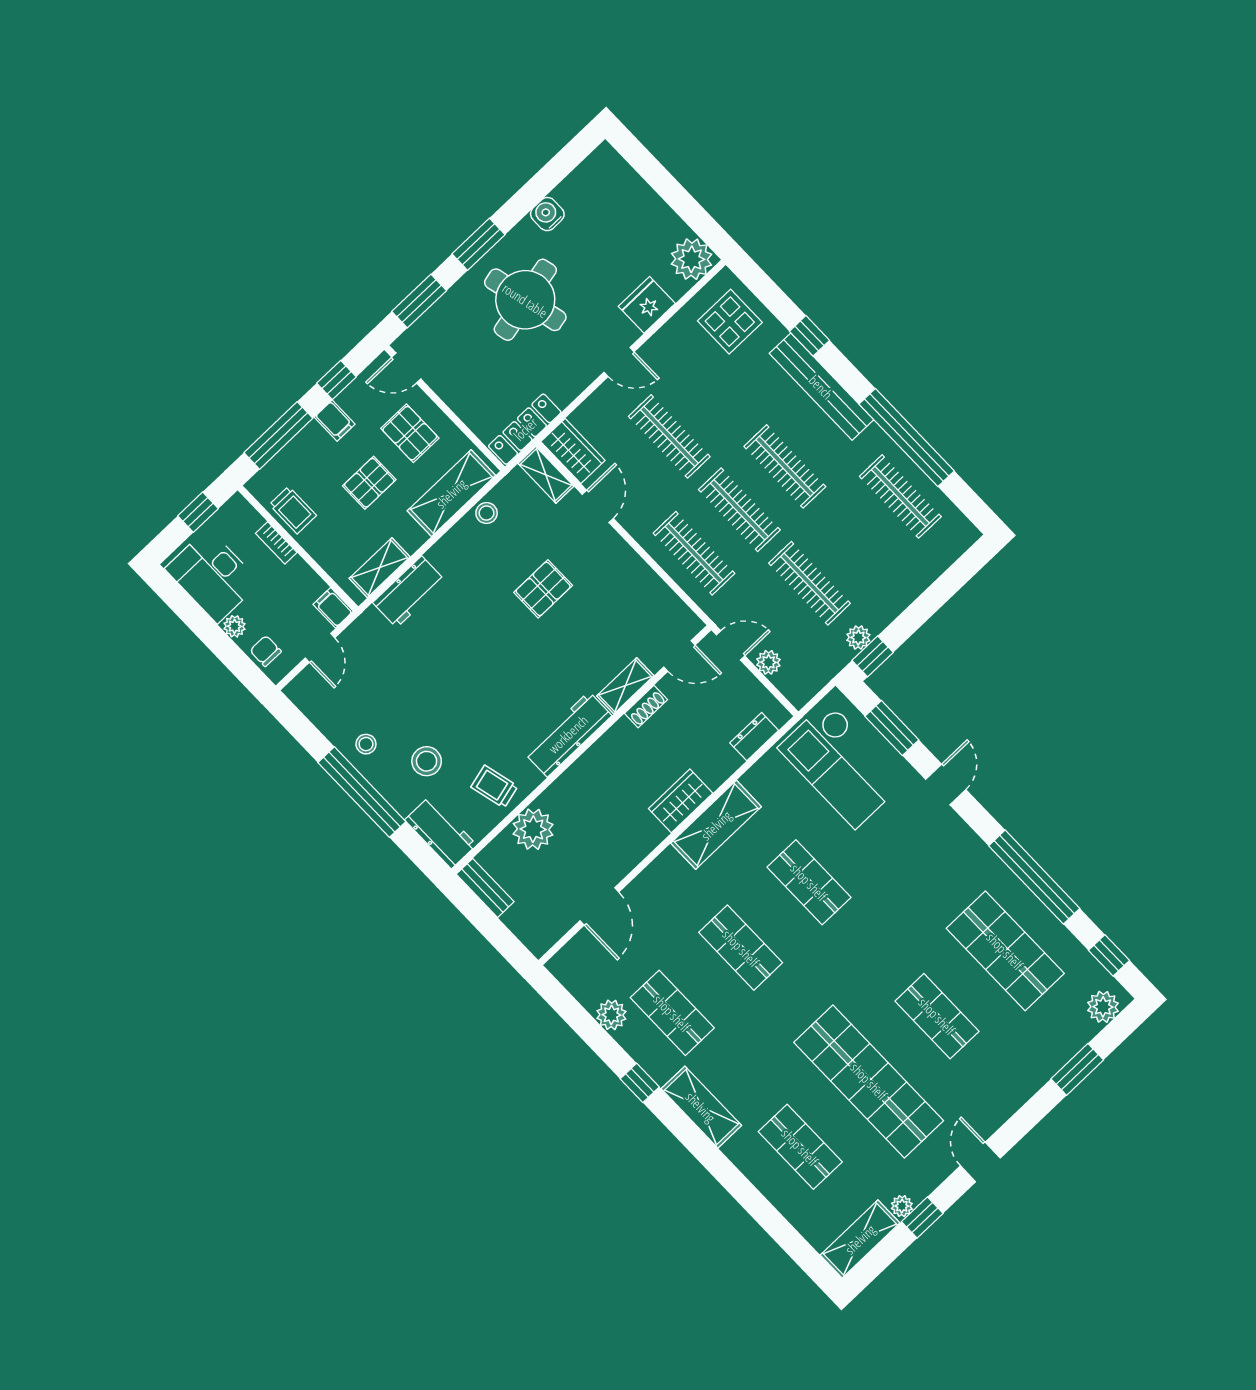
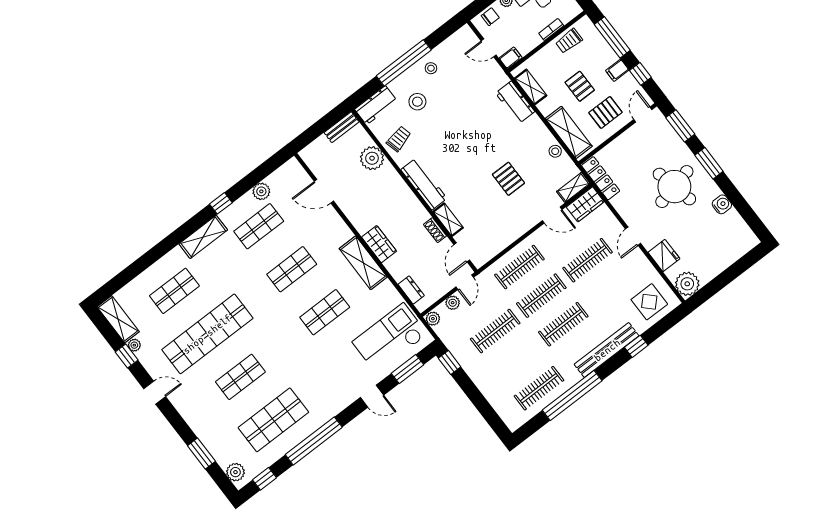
plant: (858, 638) -> (433, 319), moved

